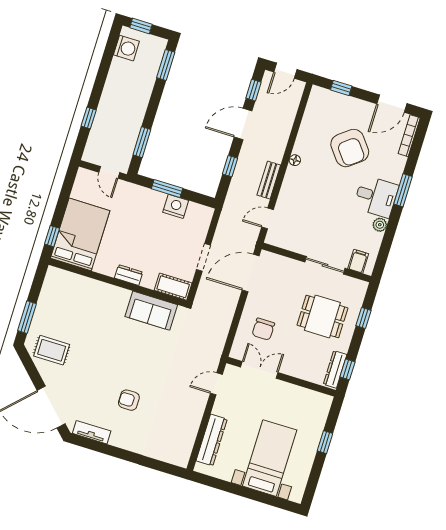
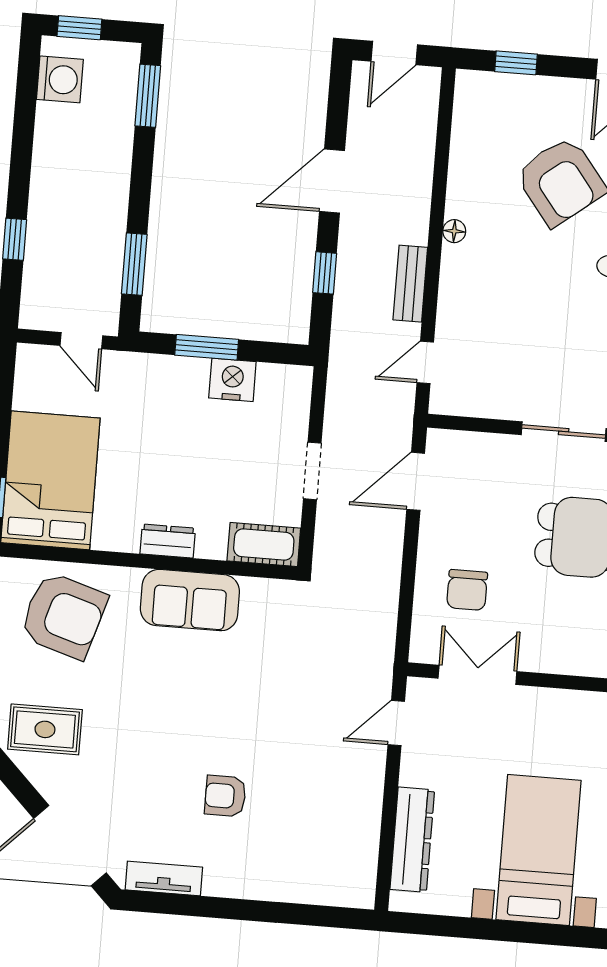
window: (253, 90) -> (338, 107), removed
door: (251, 273) -> (416, 481), width x0.73
armchair: (72, 299) -> (63, 615), added
sofa: (151, 311) -> (190, 600), moved

